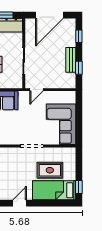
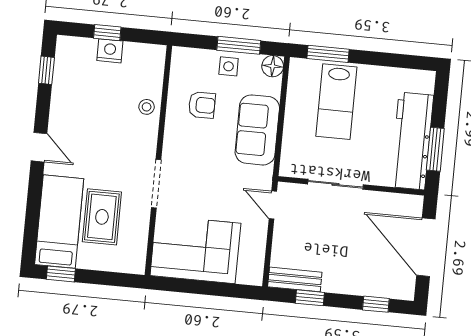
bench: (71, 60) -> (295, 279), moved

